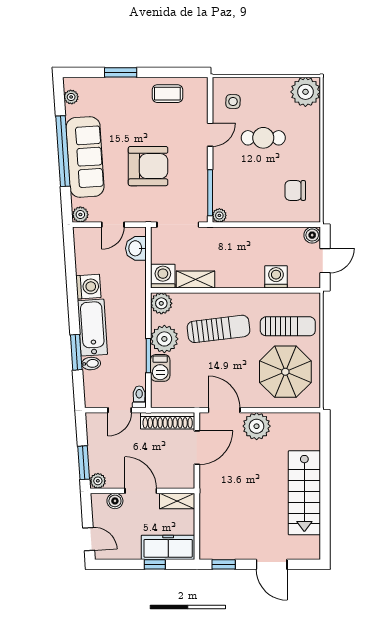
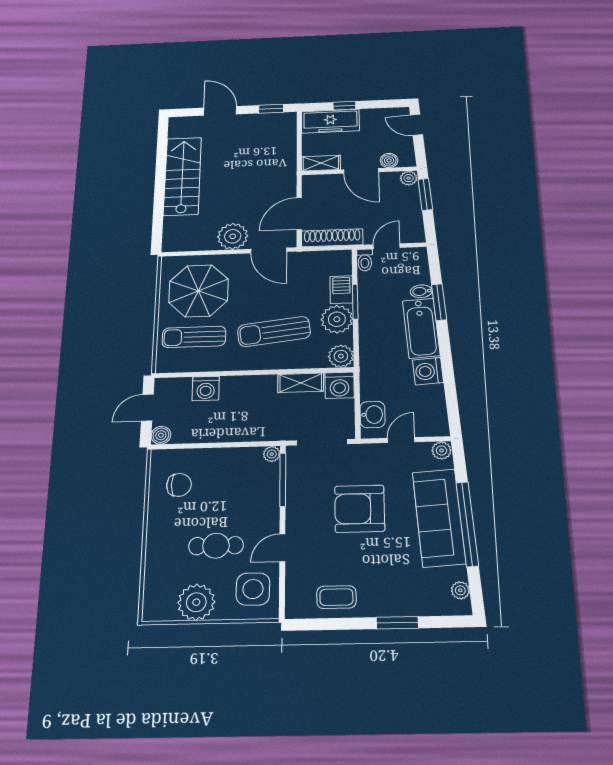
plant: (305, 92) -> (196, 602), moved
side table: (233, 102) -> (253, 589), width x1.87, depth x1.87

